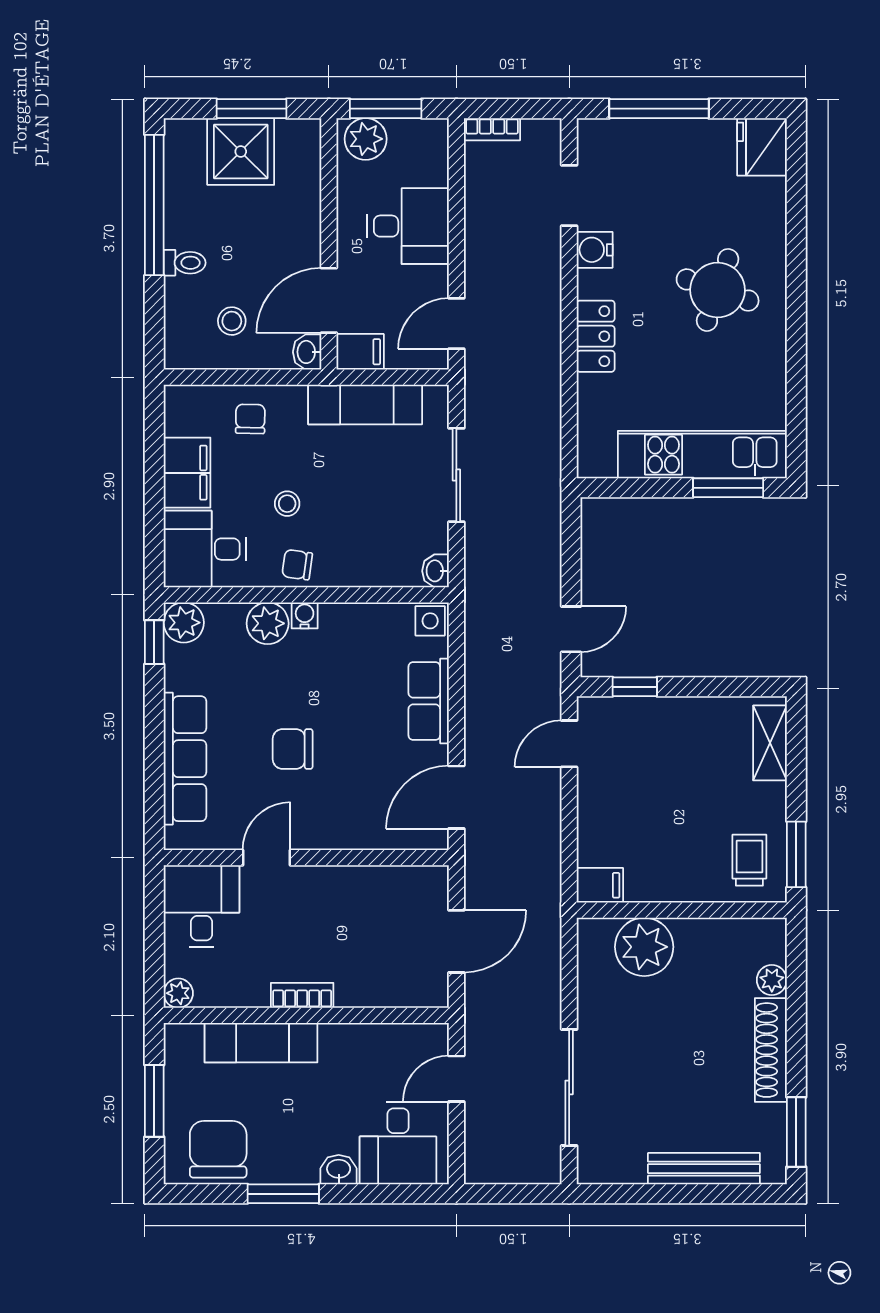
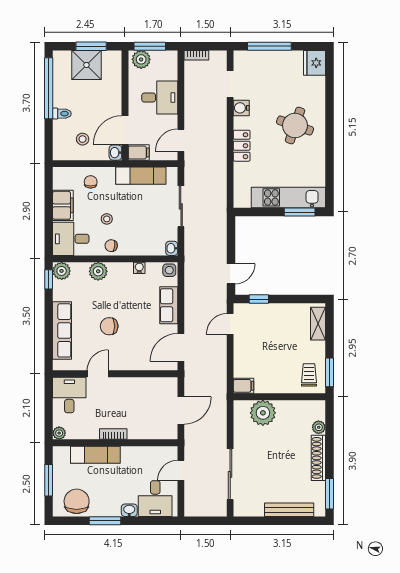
water cooler: (305, 615) -> (139, 268), moved

